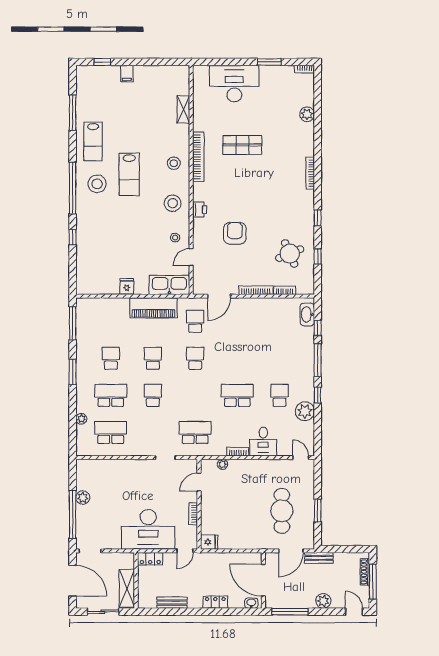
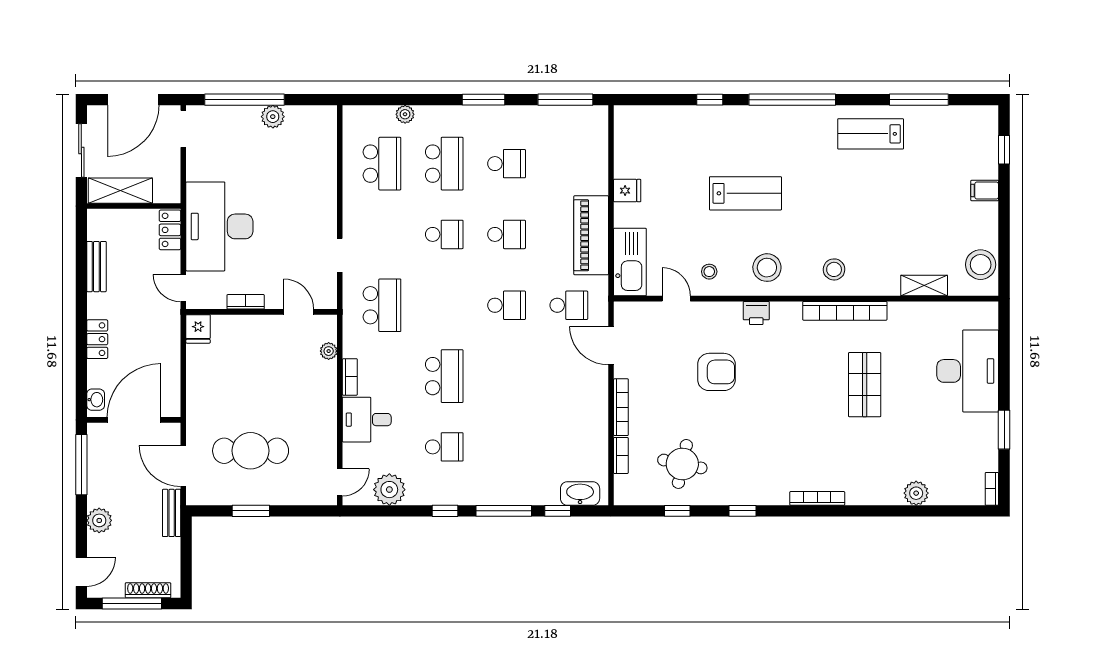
lab bench: (129, 174) -> (745, 193), moved, turned 180
stool: (97, 184) -> (981, 265), moved
round table: (290, 254) -> (682, 464), turned 35
plant: (305, 411) -> (389, 490), moved

